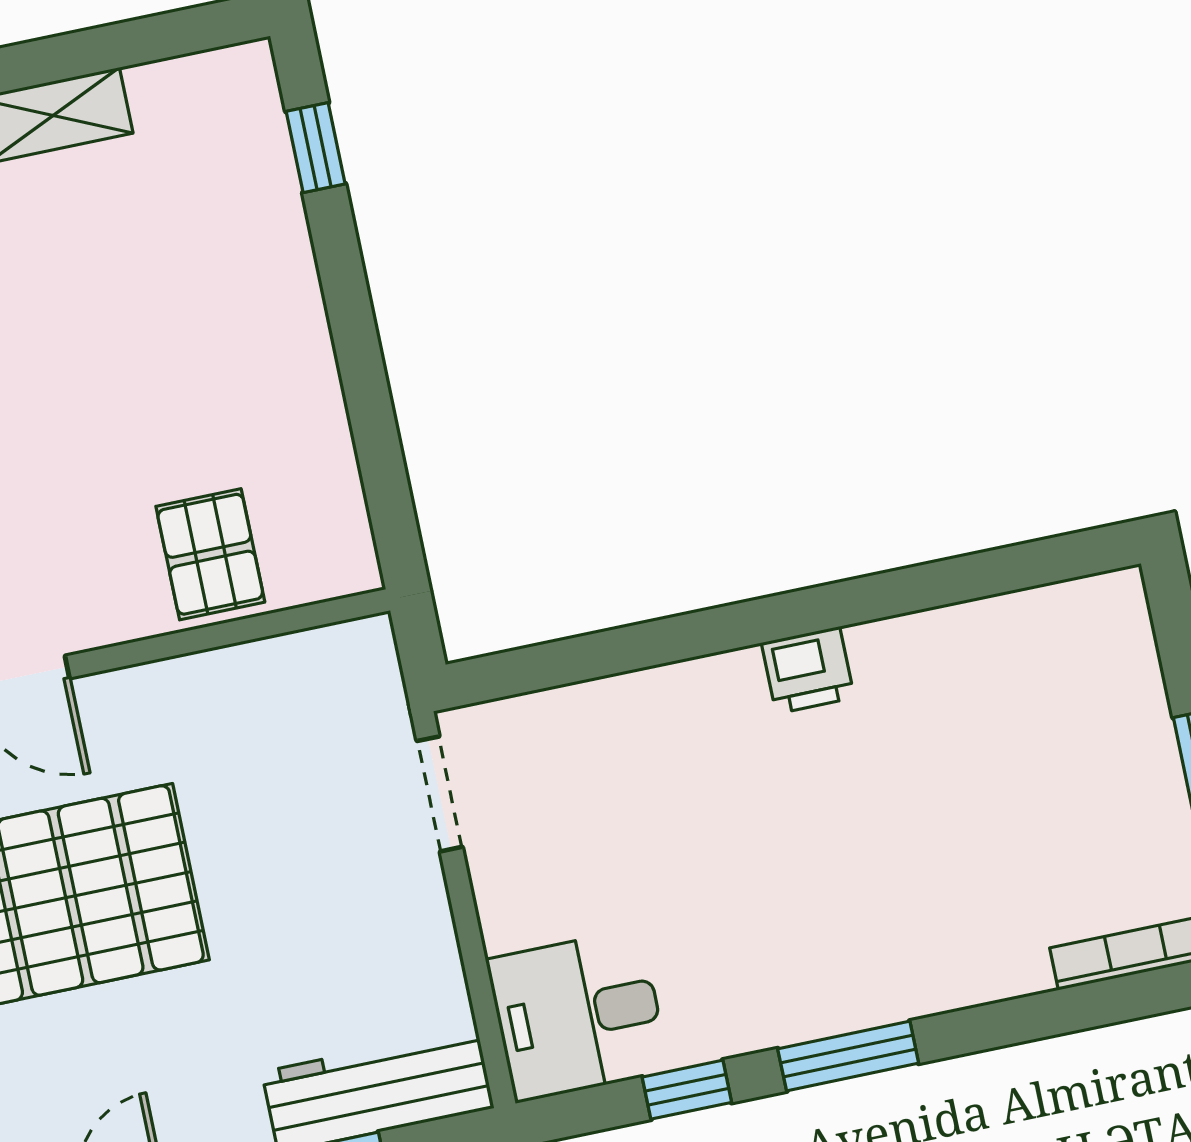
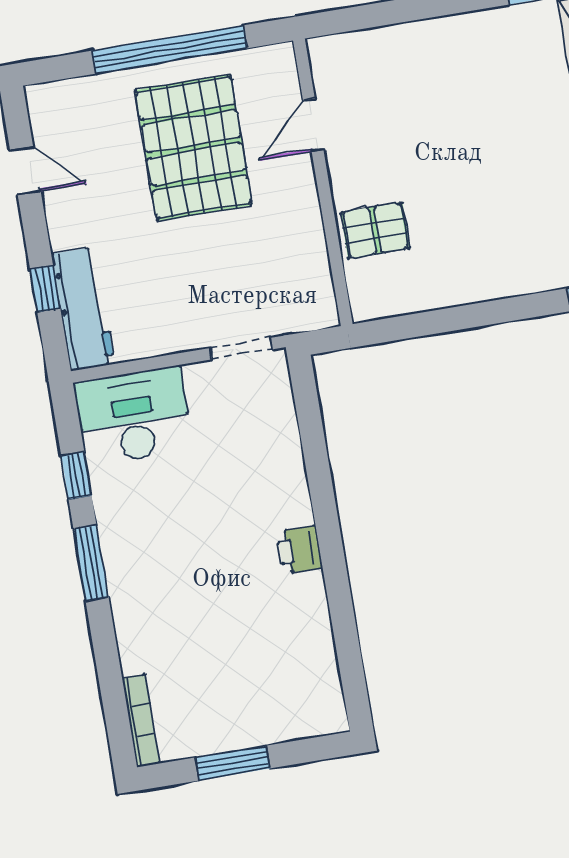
desk: (578, 1015) -> (133, 416), width x1.37

